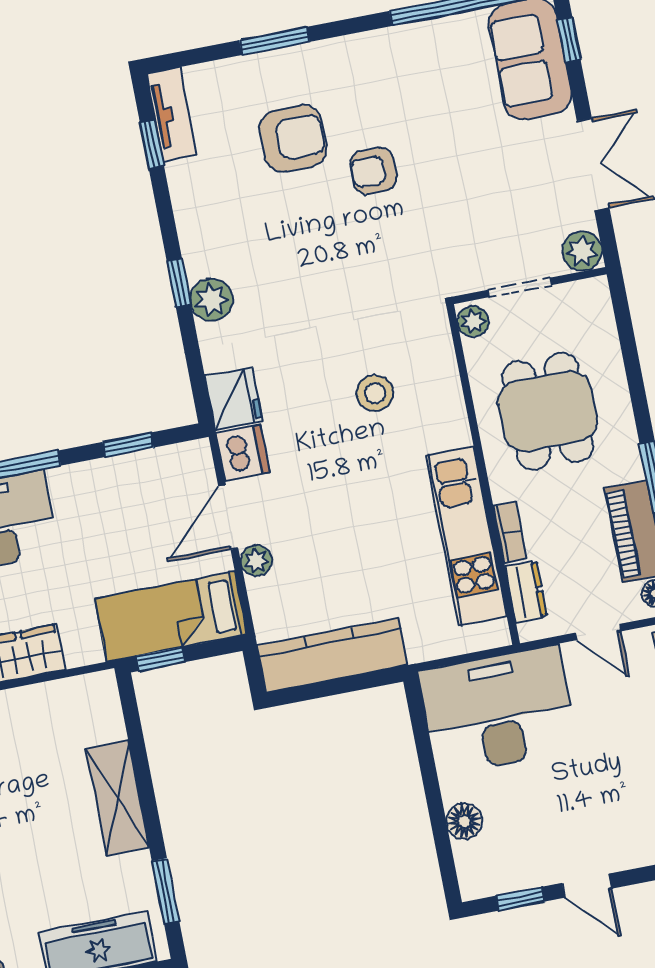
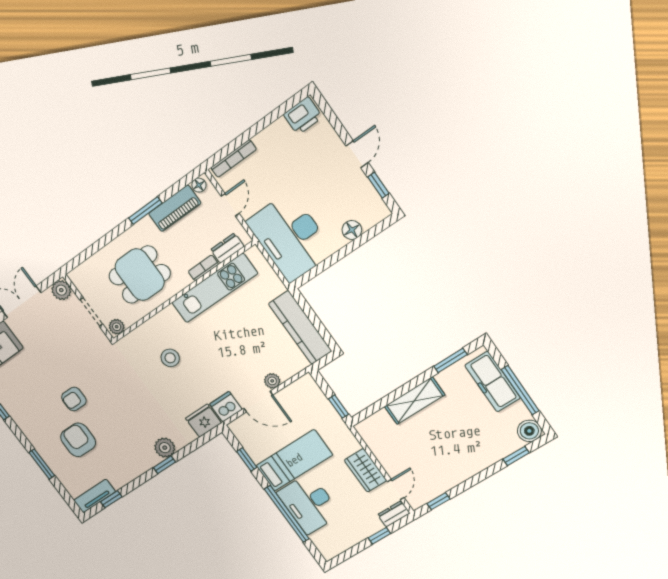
armchair: (373, 171) -> (74, 399), turned 90
bed: (171, 617) -> (294, 460), moved, turned -90

